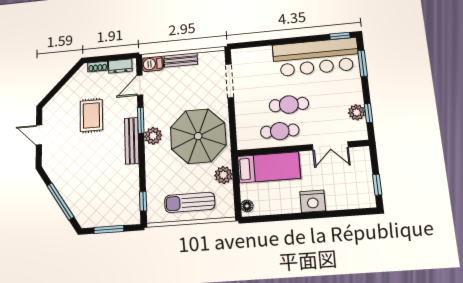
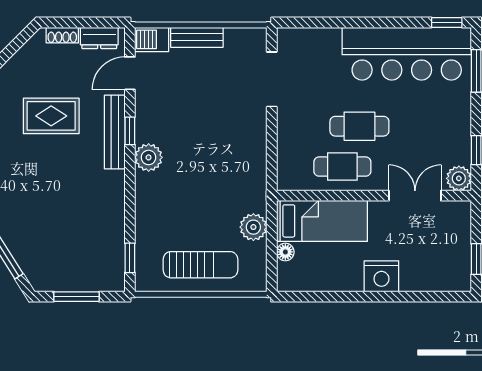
plant: (357, 112) -> (459, 178), moved
rug: (91, 115) -> (51, 116), turned 90
window: (141, 120) -> (130, 131), width x0.67
parasol: (198, 136) -> (218, 164), removed
bench: (132, 141) -> (115, 132), moved
double door: (330, 146) -> (415, 196), swing flipped
sun lounger: (190, 202) -> (200, 265), turned 180
floor lamp: (247, 206) -> (285, 252), moved

